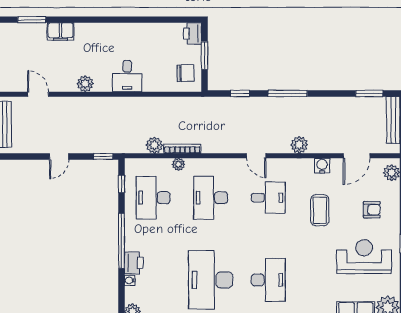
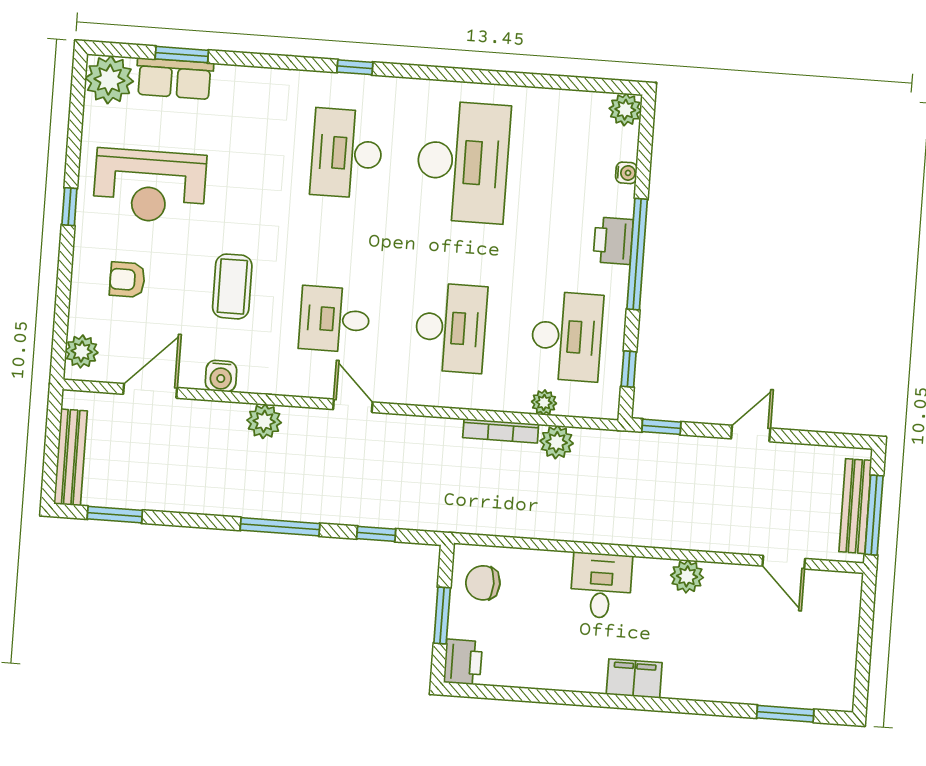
filing cabinet: (60, 32) -> (634, 679), moved
plant: (179, 164) -> (544, 402), moved
printer: (134, 263) -> (613, 241), moved

